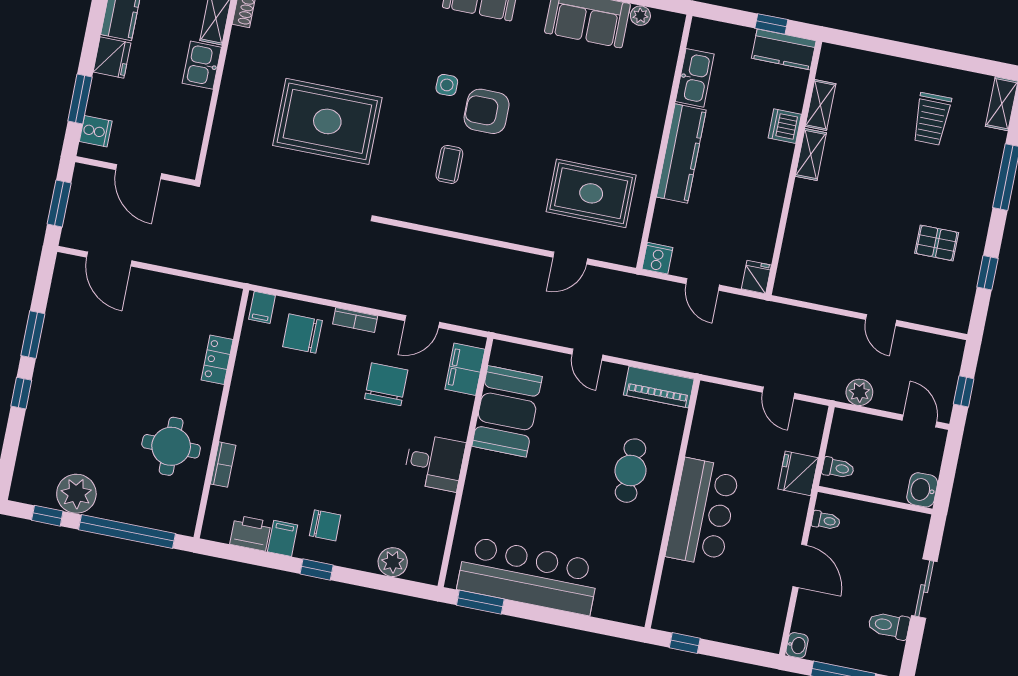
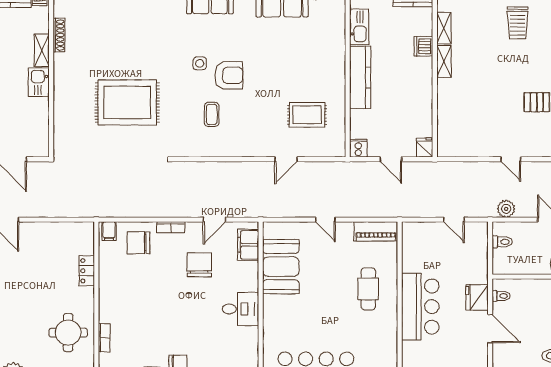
armchair: (487, 111) -> (229, 75), turned 180
rug: (591, 193) -> (307, 115), width x0.73, depth x0.70
door: (570, 258) -> (286, 159), moved
toilet: (838, 468) -> (502, 242), moved
fridge: (798, 473) -> (477, 297), moved

